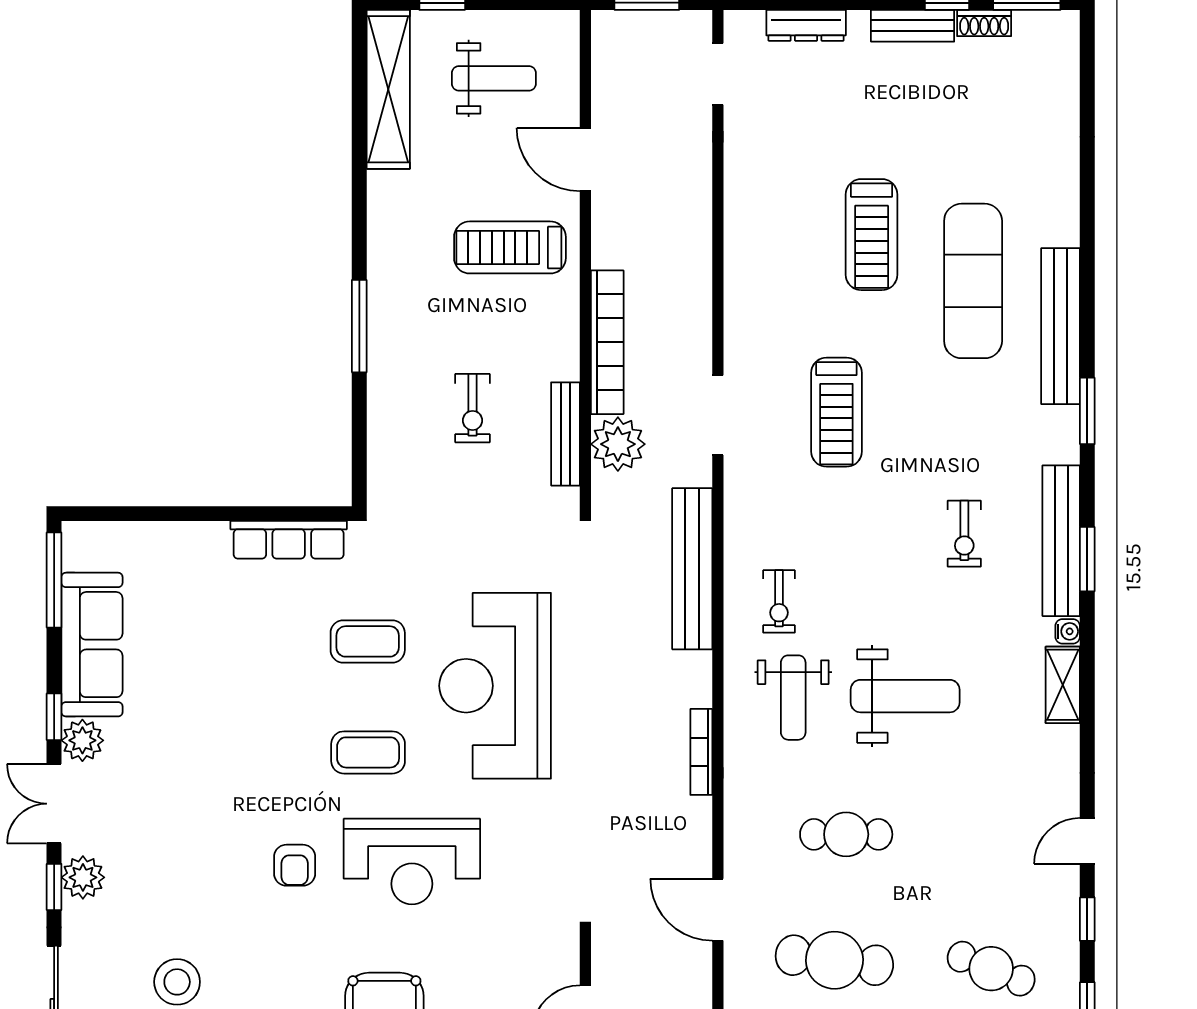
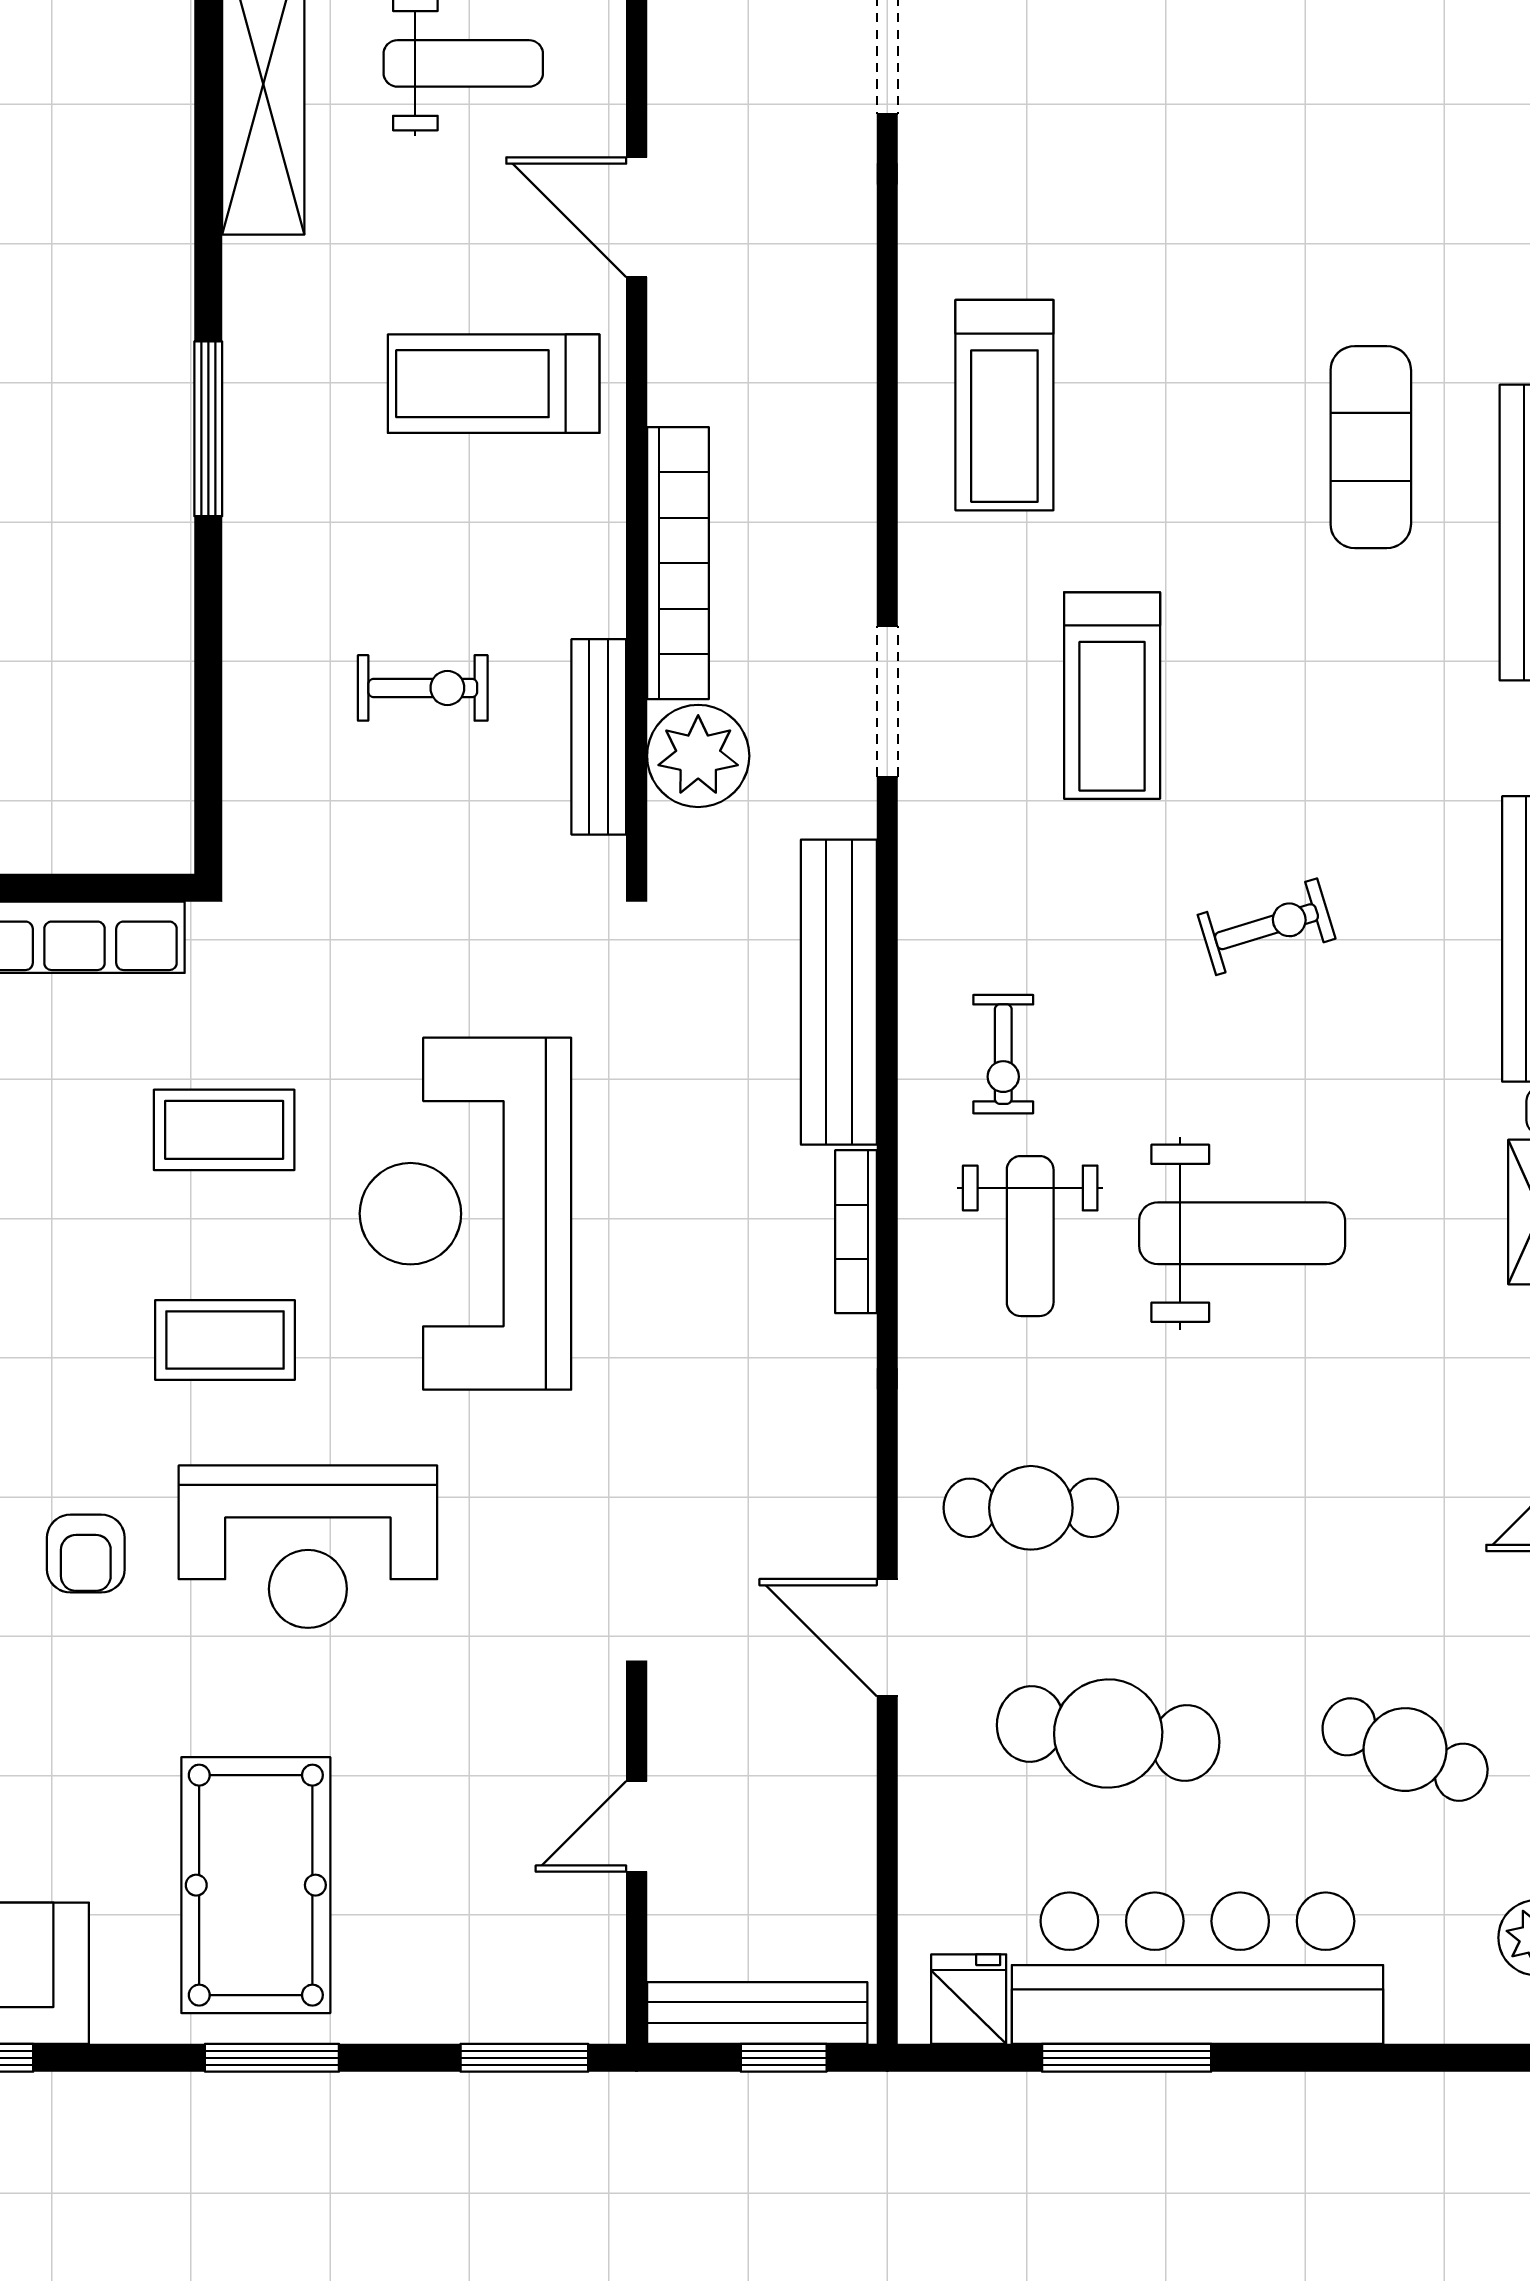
treadmill: (872, 235) -> (1004, 405), moved
exercise mat: (973, 281) -> (1371, 447), width x0.73, depth x0.69
window: (359, 326) -> (208, 429), moved
exercise bike: (473, 408) -> (423, 688), turned -90
exercise bike: (964, 534) -> (1267, 927), moved, turned -107
bookcase: (701, 752) -> (856, 1232), moved
cafe table: (846, 834) -> (1031, 1508), moved

